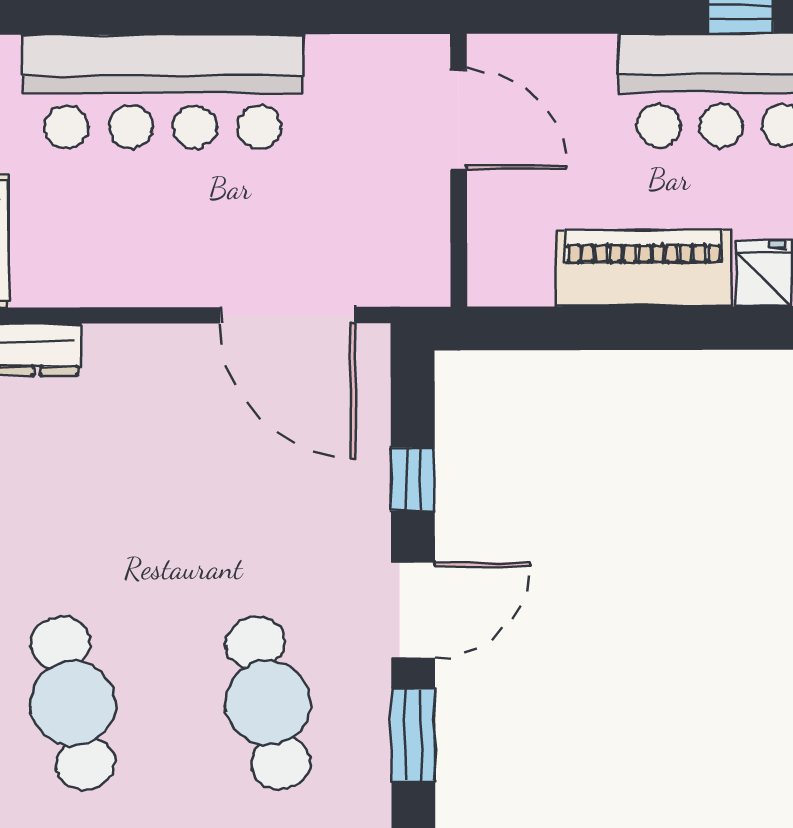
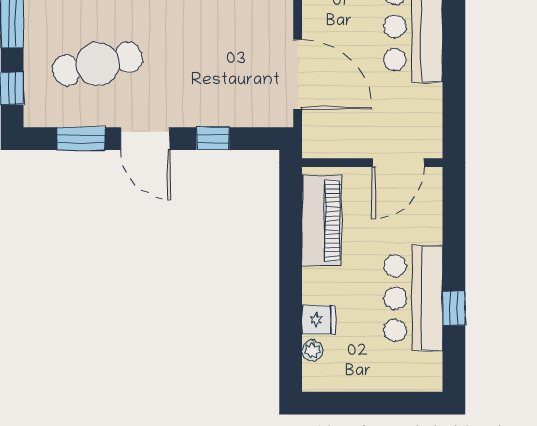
piano: (644, 268) -> (322, 220), moved
door: (288, 315) -> (298, 74), swing flipped

